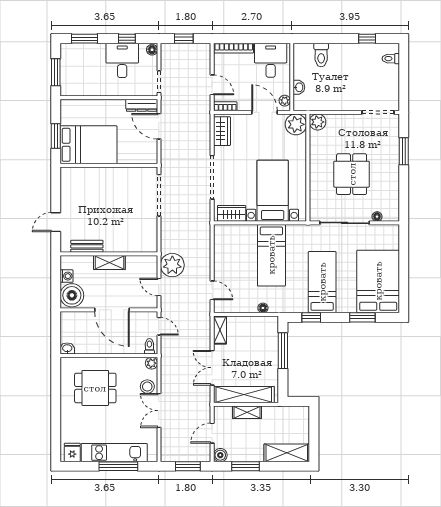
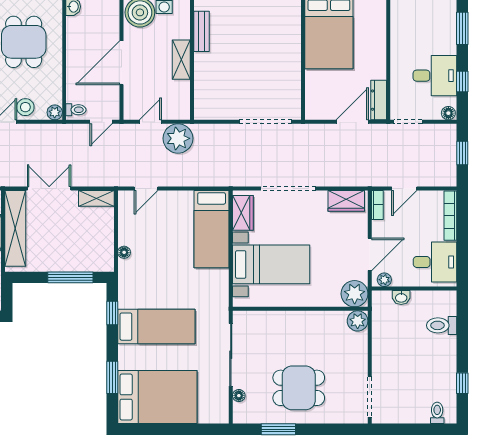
window: (404, 151) -> (278, 429), moved
dining table: (352, 174) -> (299, 388), moved
bed: (271, 255) -> (212, 229), moved, turned -90

